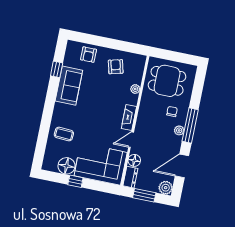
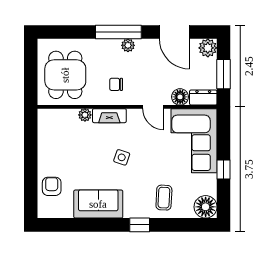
armchair: (89, 55) -> (52, 186), turned -90
armchair: (116, 67) -> (60, 147), removed
window: (57, 69) -> (140, 225), moved
side table: (99, 109) -> (122, 157), added
chair: (172, 111) -> (116, 84), moved
fireplace: (129, 118) -> (109, 116), moved
floor lamp: (67, 166) -> (206, 207), moved

